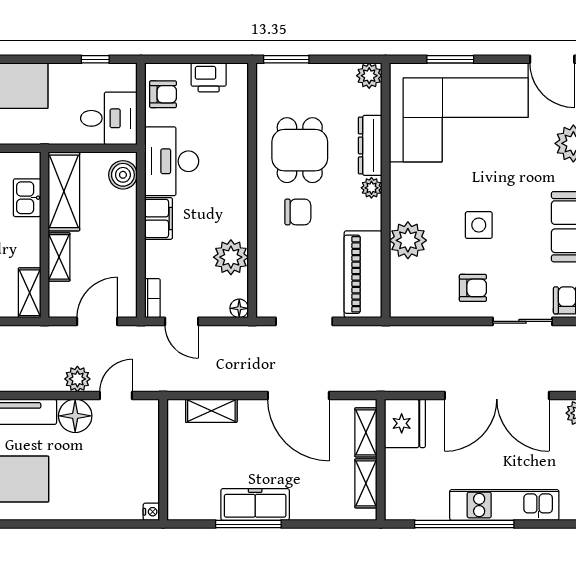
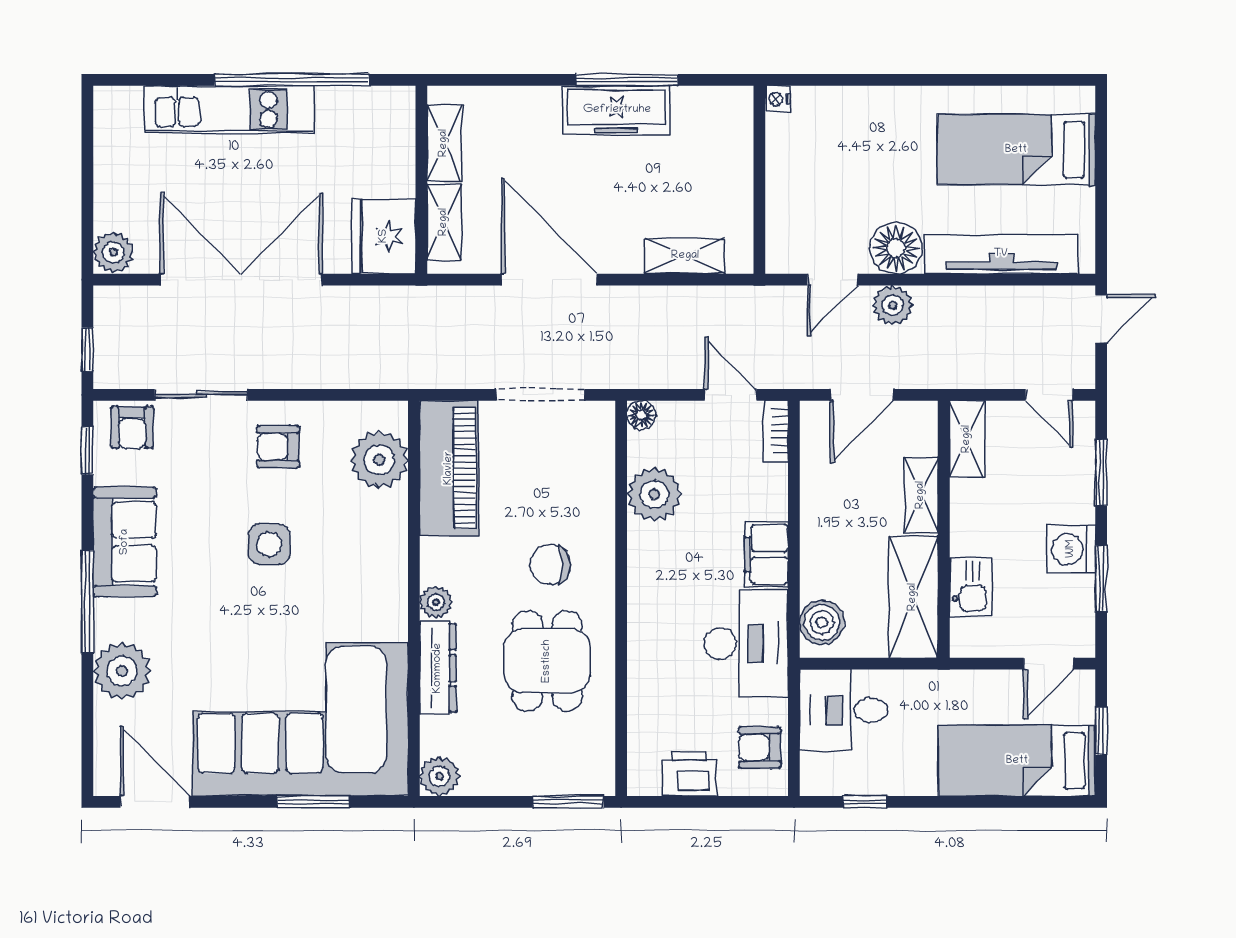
plant: (408, 240) -> (379, 460), moved

